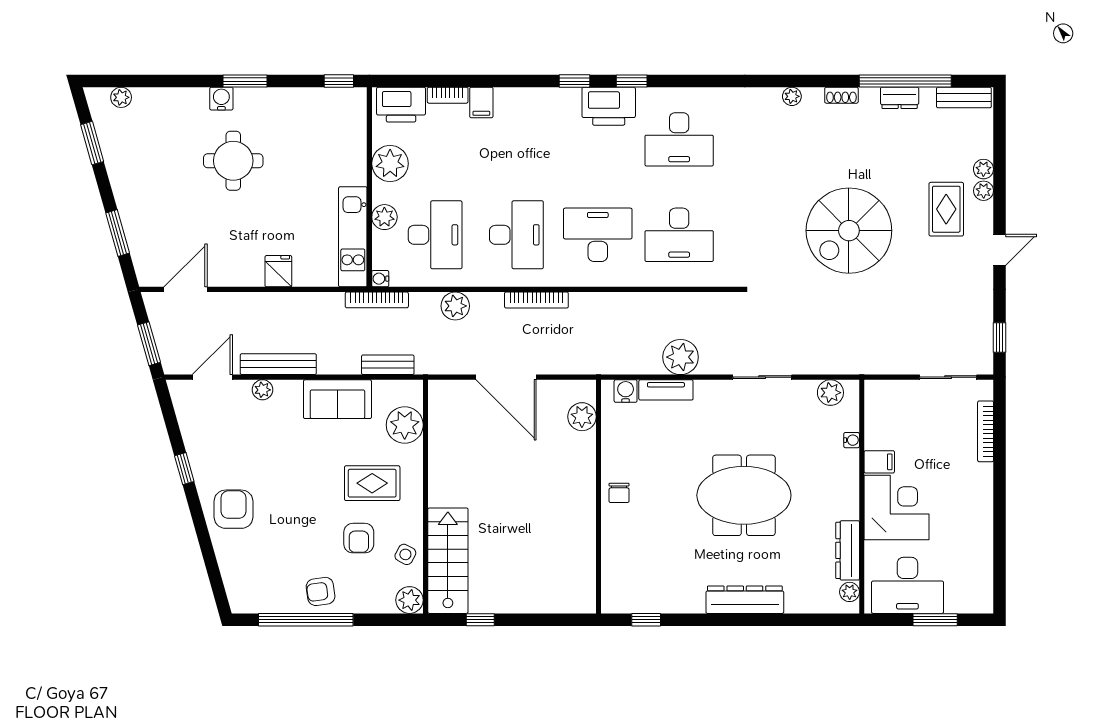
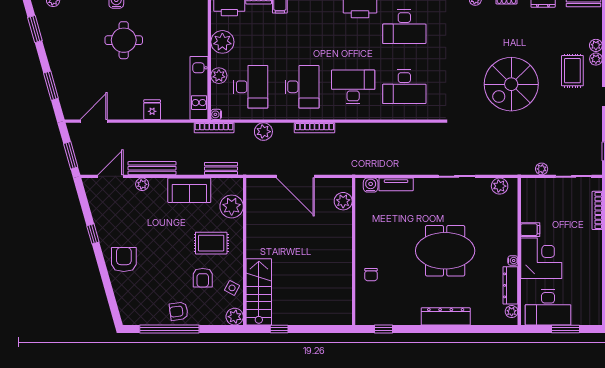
plant: (681, 357) -> (542, 169), moved, width x0.53, depth x0.53
water cooler: (852, 440) -> (513, 261), moved
chair: (619, 493) -> (371, 275), moved

